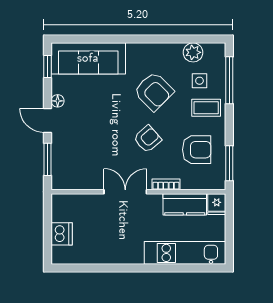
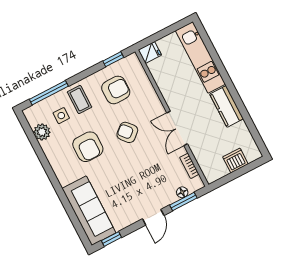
armchair: (154, 91) -> (88, 147), turned 135
floor lamp: (58, 101) -> (182, 192), moved
armchair: (197, 150) -> (116, 90), turned 90
window: (229, 163) -> (113, 59), width x0.67
bookcase: (166, 184) -> (189, 166), moved
kitchen counter: (185, 204) -> (227, 106), moved, turned 180

